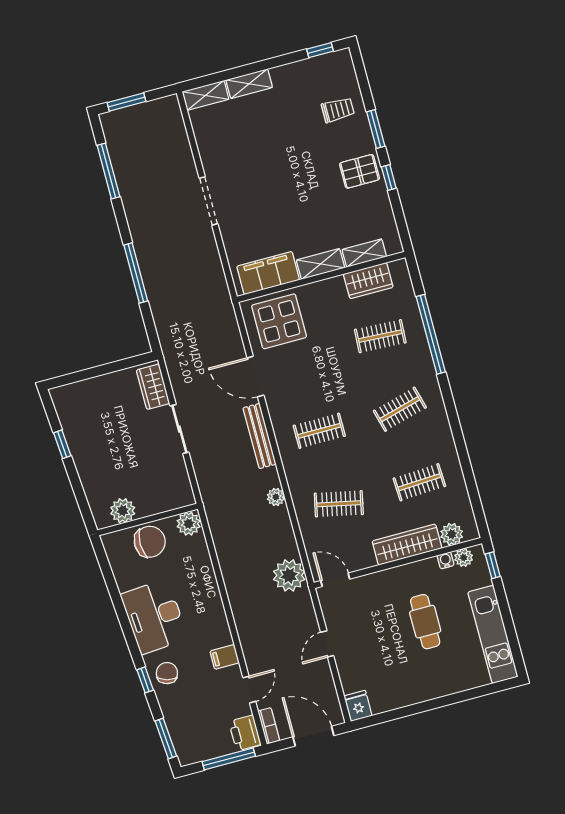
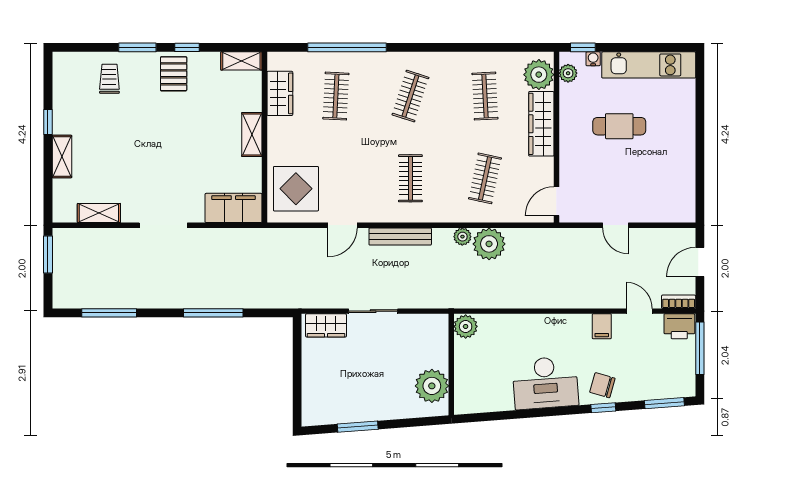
window: (320, 50) -> (48, 122), moved
shelving: (205, 95) -> (99, 213), moved, turned 90
window: (126, 102) -> (48, 255), moved
shelving: (364, 253) -> (241, 61), moved, turned 90
filing cabinet: (268, 273) -> (233, 208), moved, turned 90
door: (255, 377) -> (342, 225), width x0.73
clothes rail: (400, 409) -> (410, 96), turned 33
window: (62, 444) -> (358, 427), width x1.50
plant: (123, 511) -> (432, 386), width x1.36, depth x1.36
plant: (452, 534) -> (539, 75), width x1.36, depth x1.36
chair: (150, 542) -> (473, 368), removed
water cooler: (446, 560) -> (593, 59), moved, turned 90
plant: (289, 575) -> (489, 244), moved
fridge: (358, 706) -> (682, 212), removed
door: (313, 736) -> (700, 262), width x0.73

